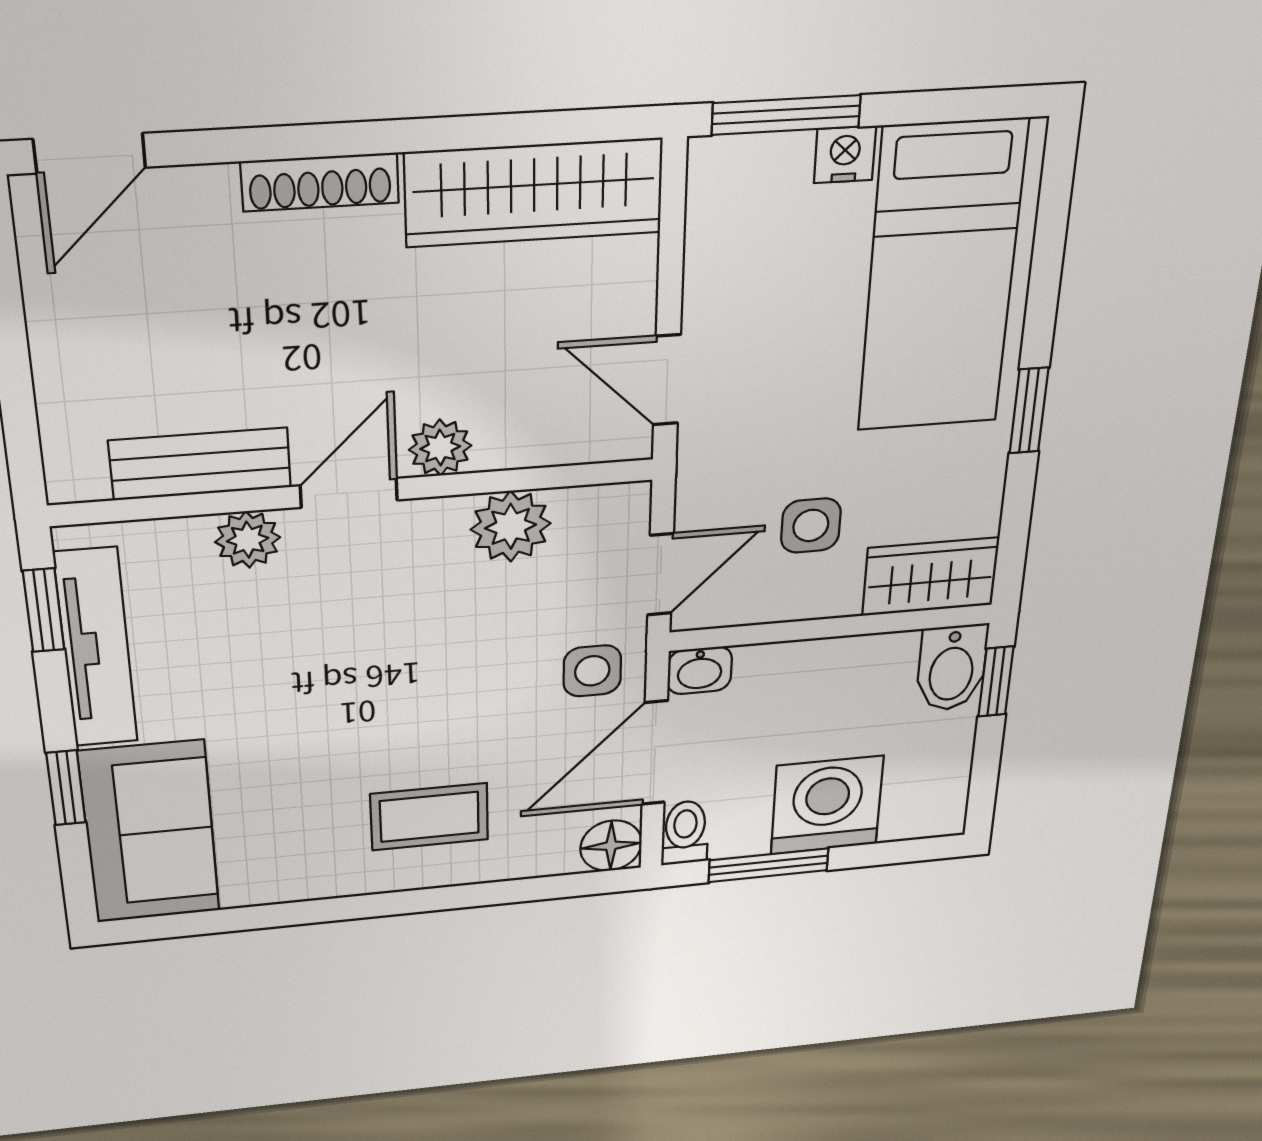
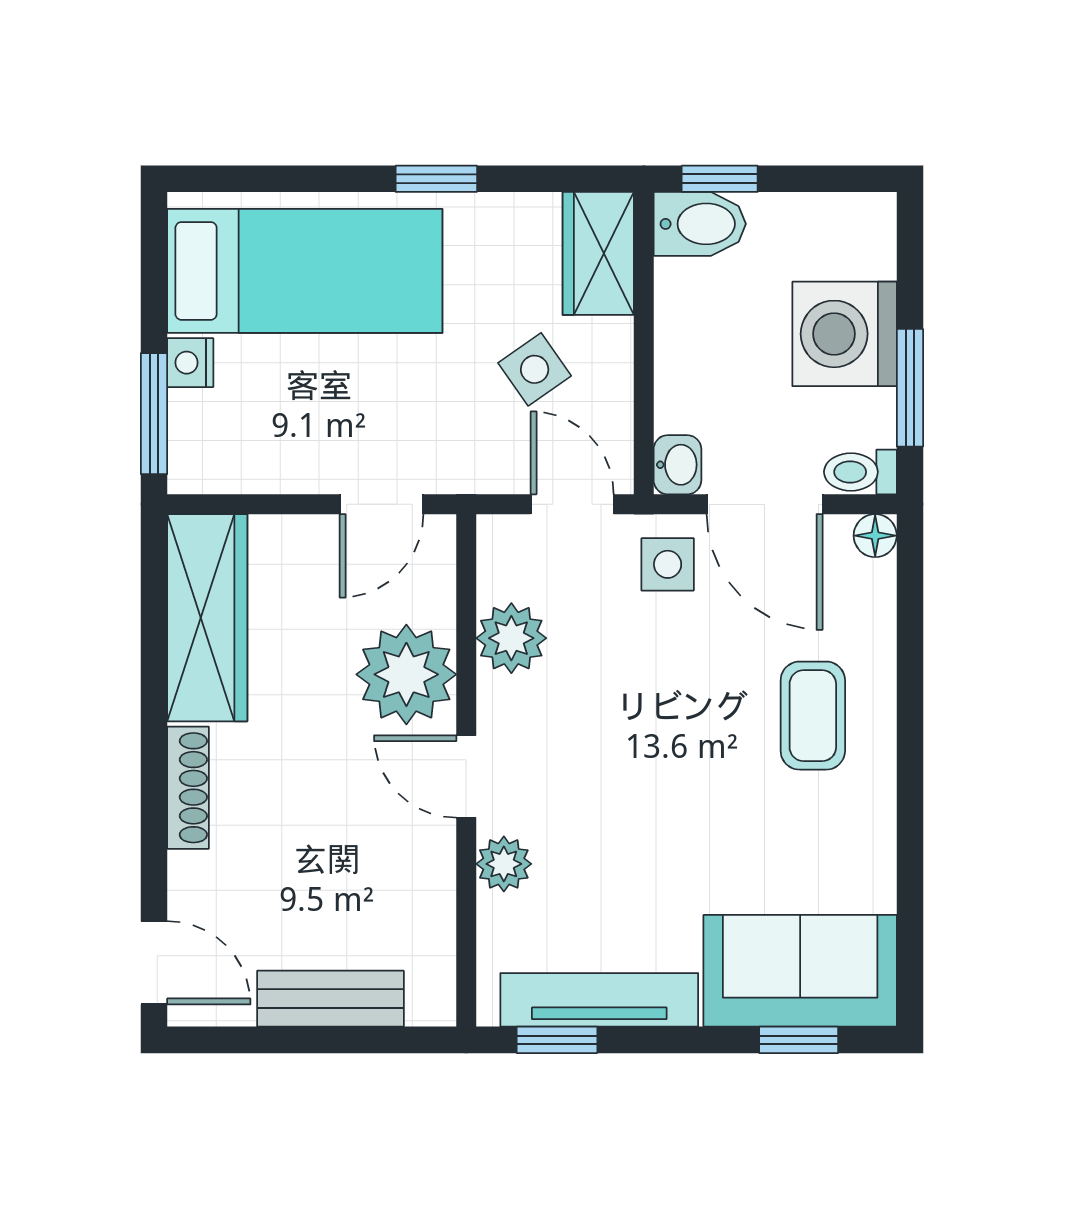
plant: (440, 448) -> (406, 674), width x1.88, depth x1.88
bench: (200, 464) -> (330, 999), moved, turned 90
side table: (811, 525) -> (535, 369), turned -35
window: (66, 788) -> (799, 1040), moved
floor lamp: (611, 846) -> (875, 536), width x0.73, depth x0.73

